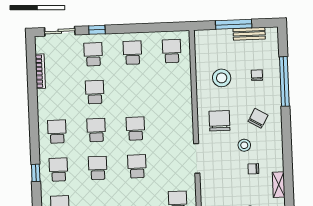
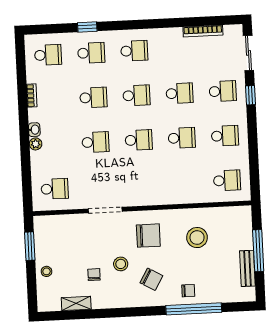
chair: (257, 75) -> (188, 291), moved
school desk: (134, 91) -> (182, 138), added

